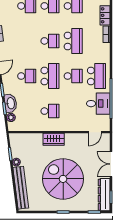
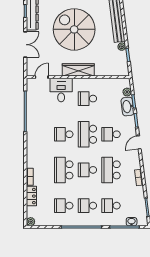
school desk: (96, 76) -> (111, 170), moved
desk: (98, 104) -> (61, 90), moved, turned 90
wardrobe: (54, 139) -> (78, 70), width x1.50
spiral stairs: (63, 179) -> (74, 29), turned 180

